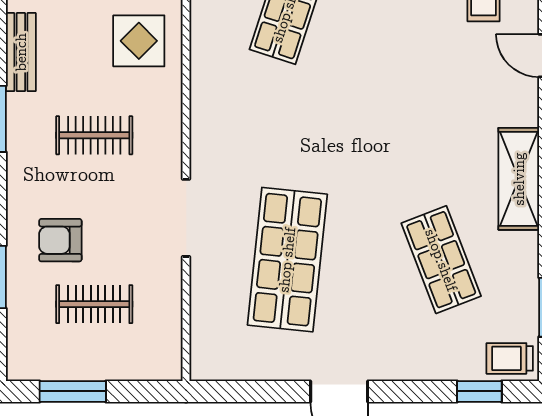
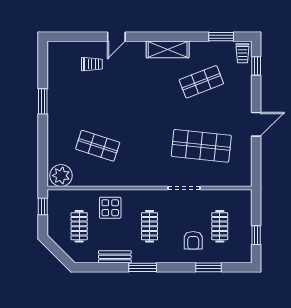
window: (73, 391) -> (256, 235), width x0.67

